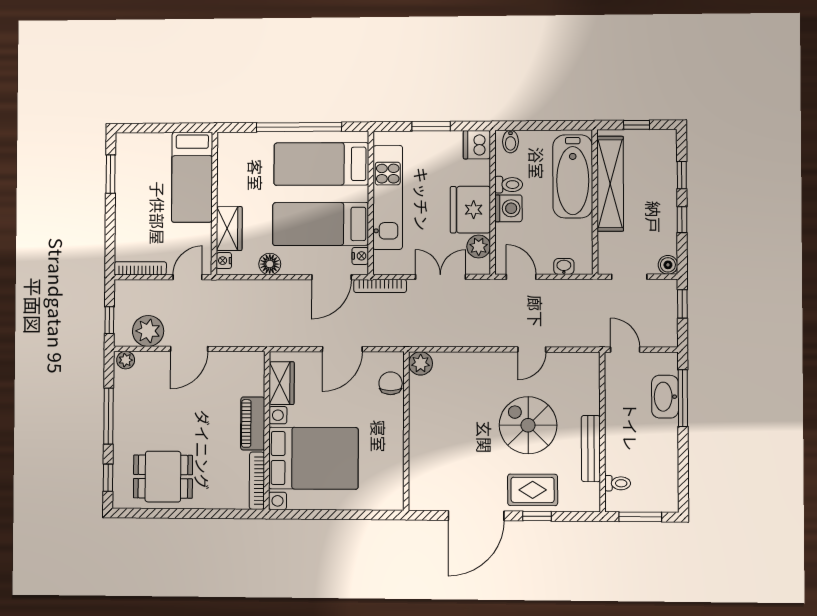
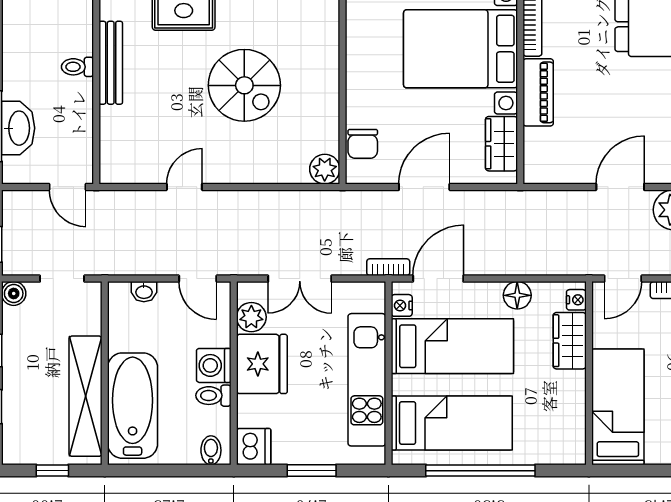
bookcase: (380, 286) -> (388, 267), width x0.64
spiral stairs: (528, 425) -> (244, 85), moved
toilet: (618, 483) -> (77, 67), moved

